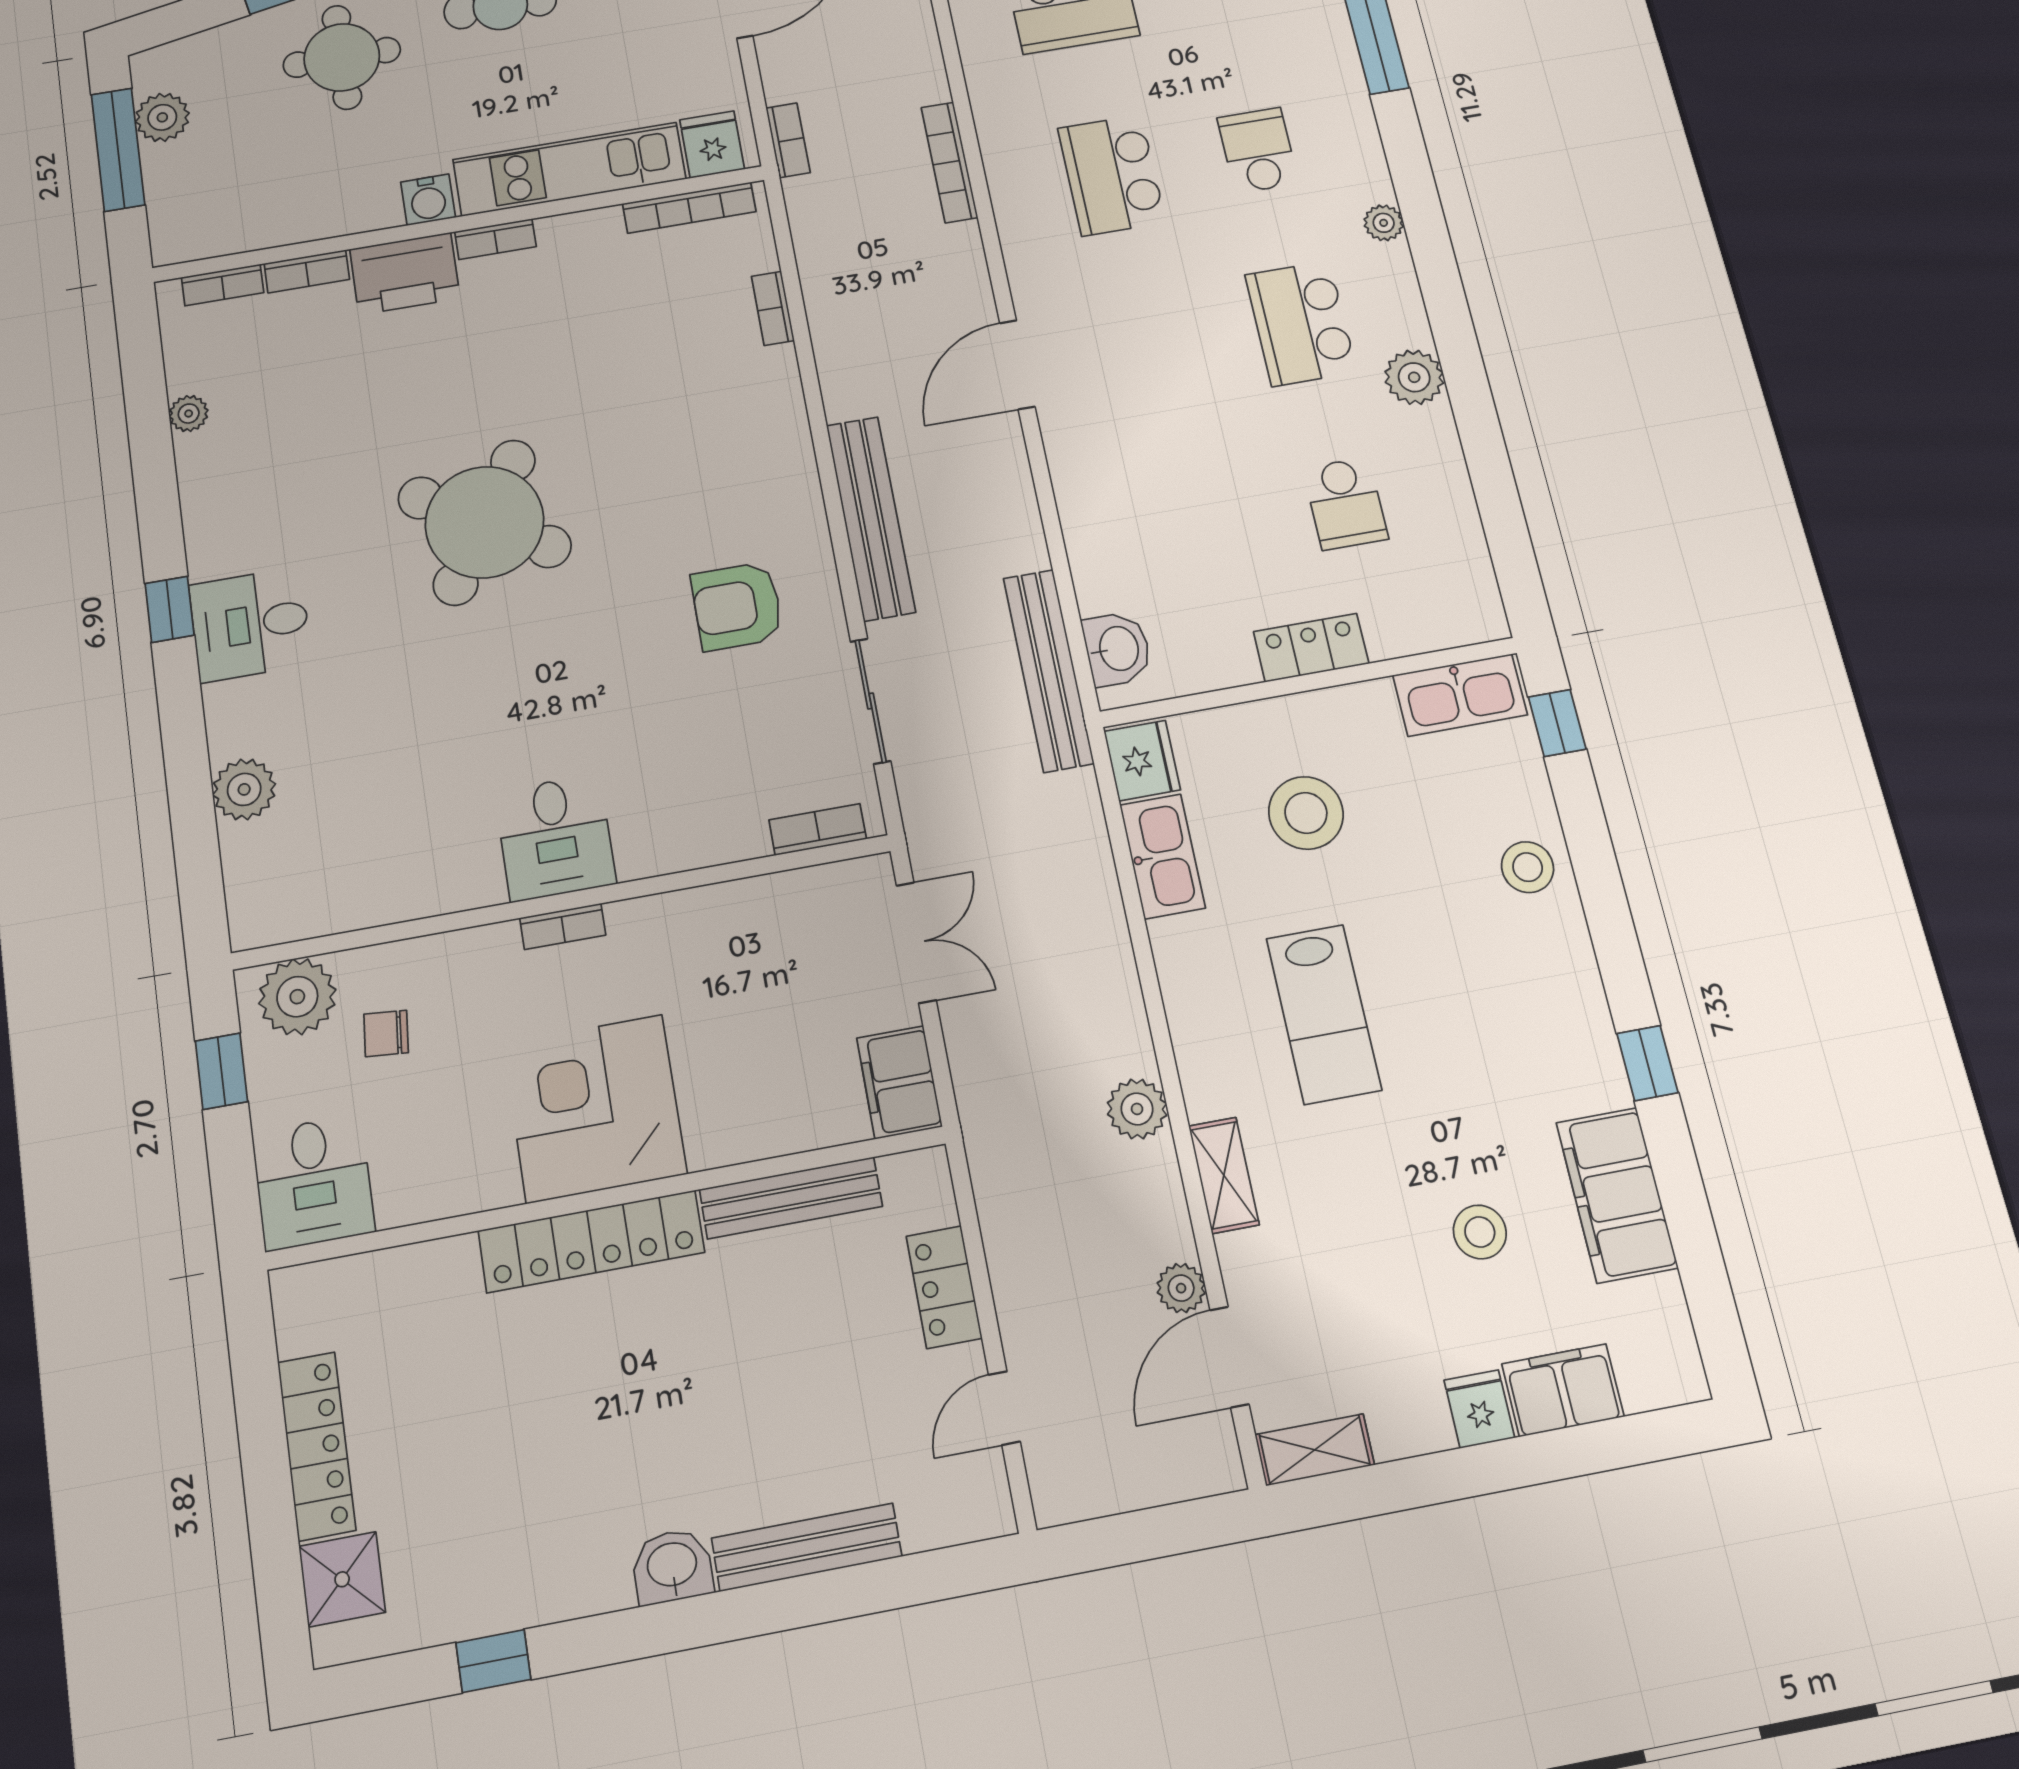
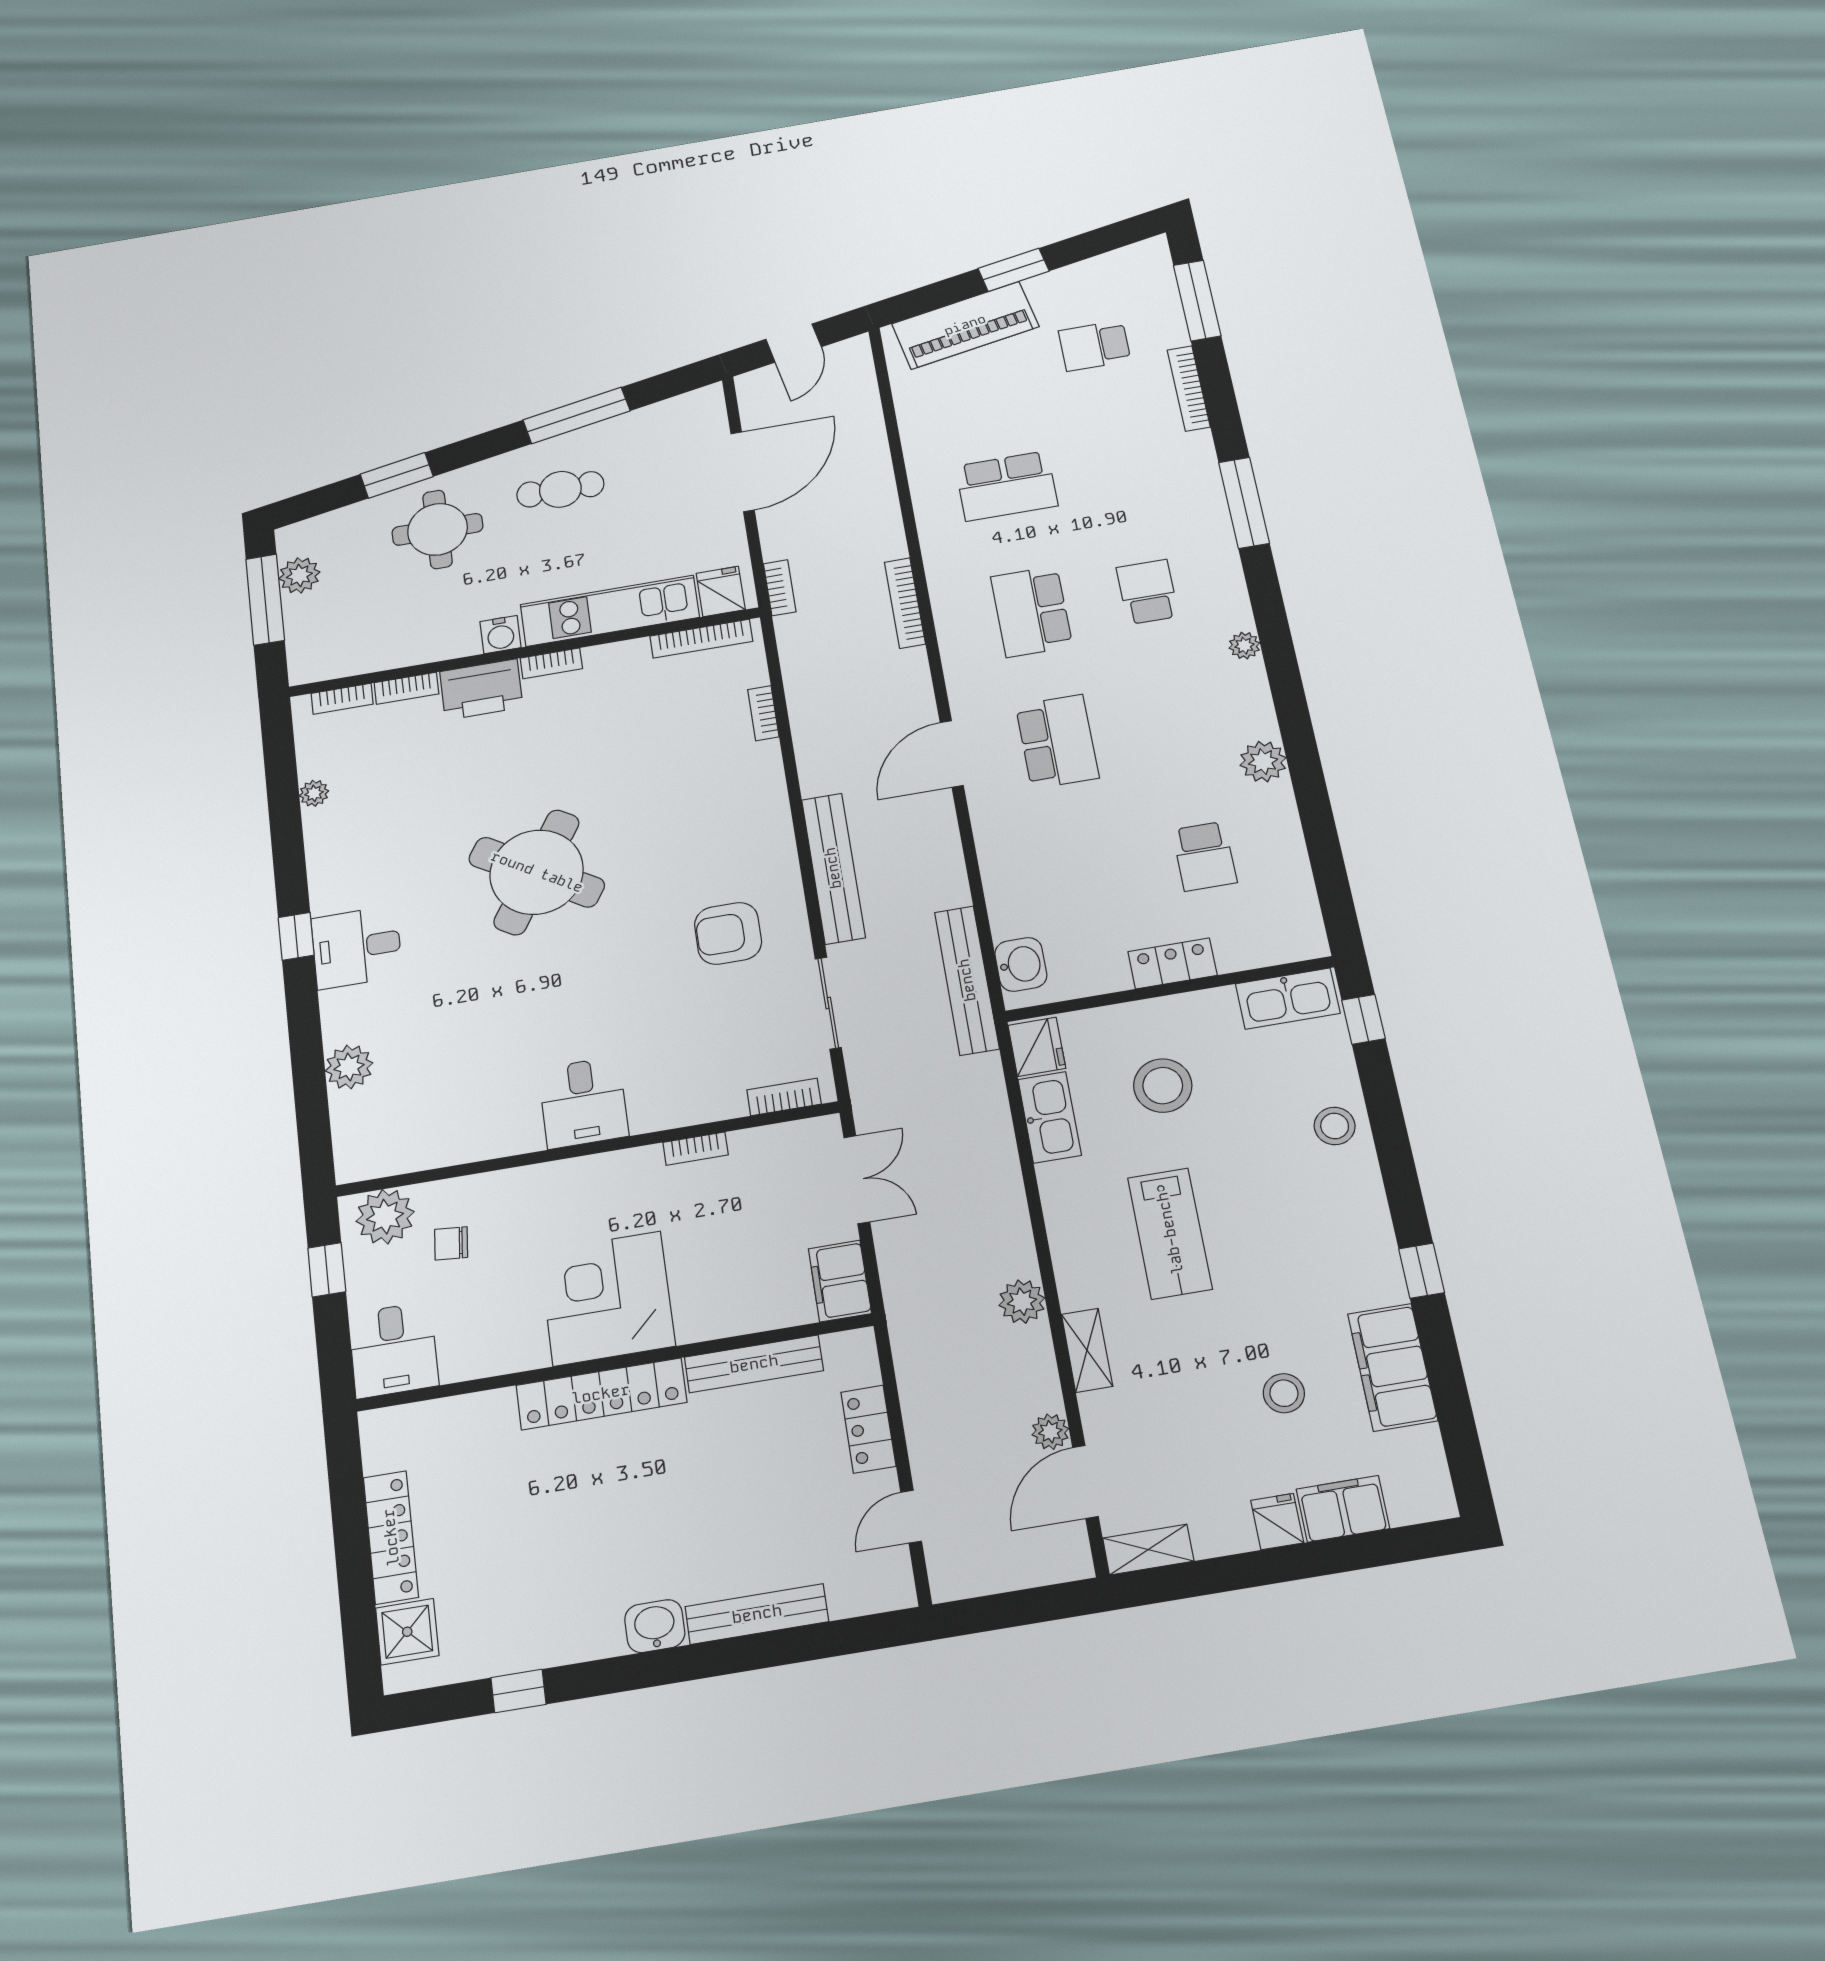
school desk: (1301, 323) -> (1057, 742), moved, turned 180
bookcase: (563, 926) -> (696, 1149), moved

